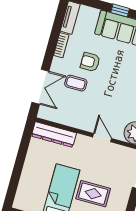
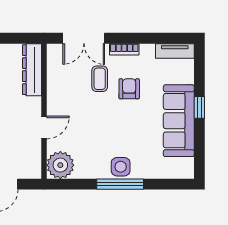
bookcase: (61, 45) -> (124, 49), moved

